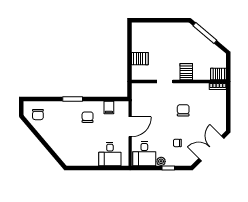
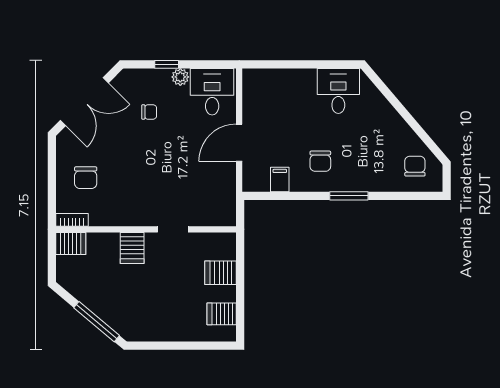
server rack: (139, 37) -> (222, 314), added
chair: (183, 110) -> (86, 178), moved
desk: (110, 154) -> (338, 91), moved

